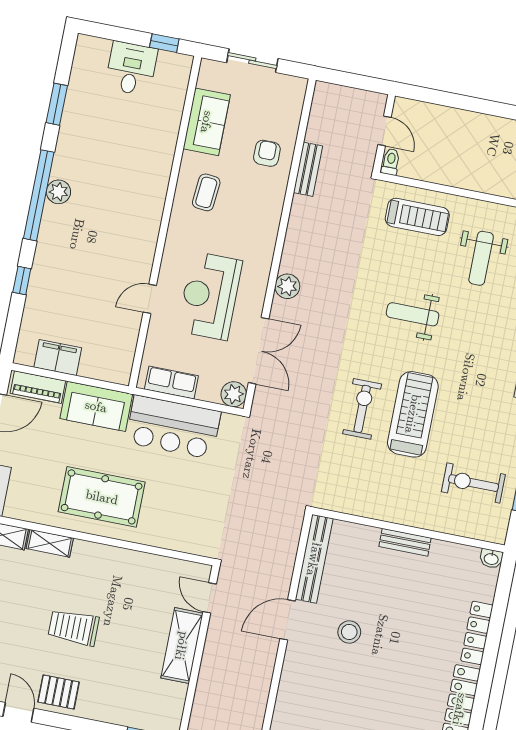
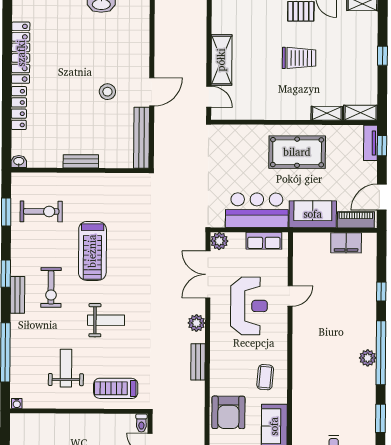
armchair: (267, 153) -> (228, 412), width x1.88, depth x1.88
bench: (308, 169) -> (198, 362), moved
exercise bike: (362, 409) -> (51, 287), moved

